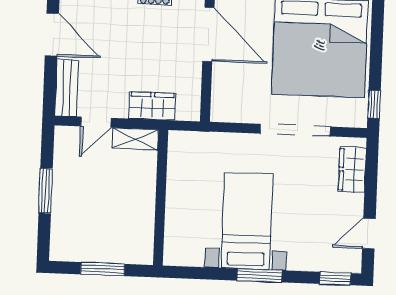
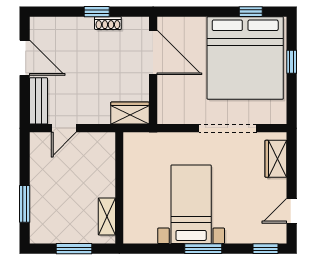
window: (374, 104) -> (292, 62), moved
wardrobe: (152, 106) -> (130, 113), moved
shelving: (135, 139) -> (107, 216), moved, turned 90
window: (46, 191) -> (25, 204), moved

